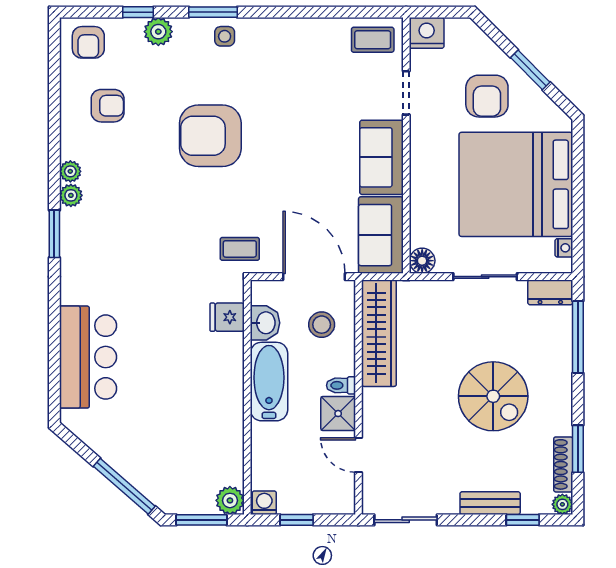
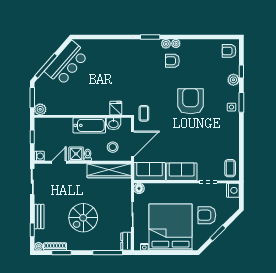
armchair: (108, 106) -> (172, 61), moved, turned 90
bar counter: (88, 357) -> (67, 63), moved, turned -49
washing machine: (264, 503) -> (39, 156), moved

